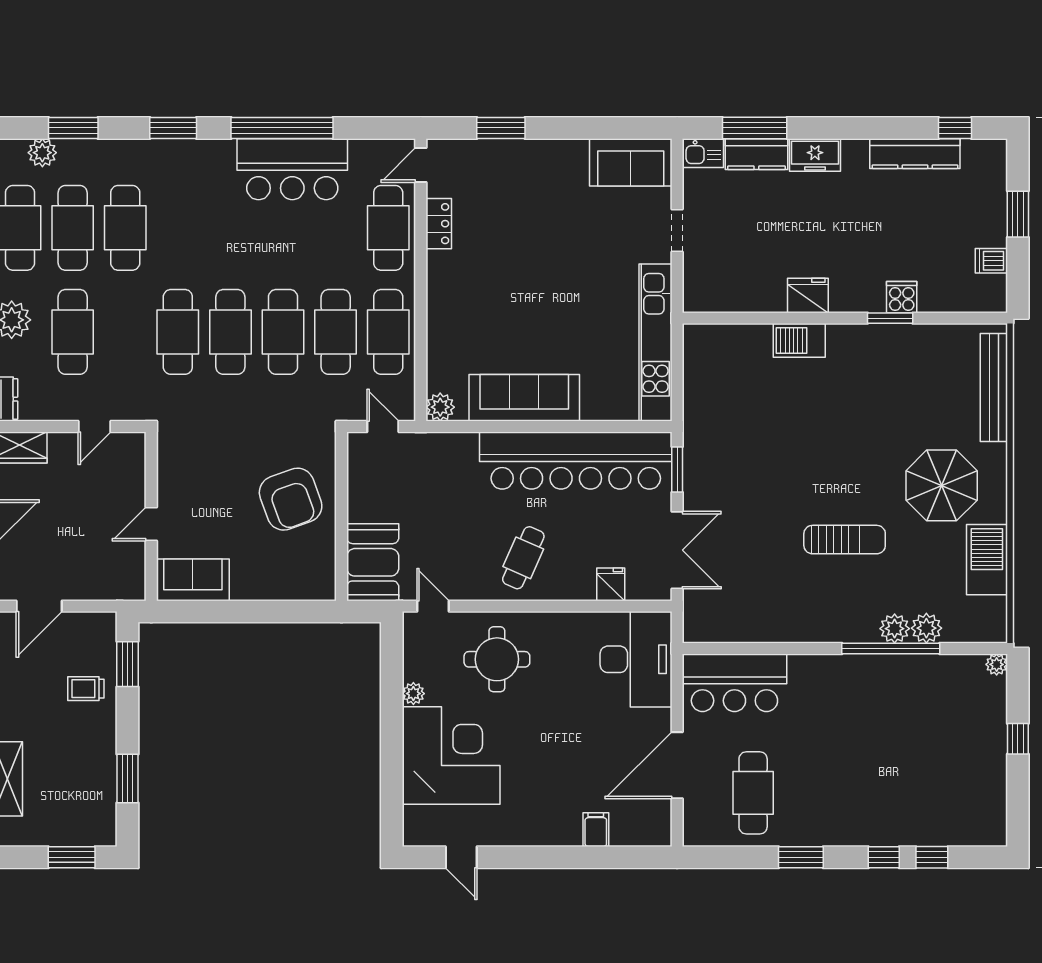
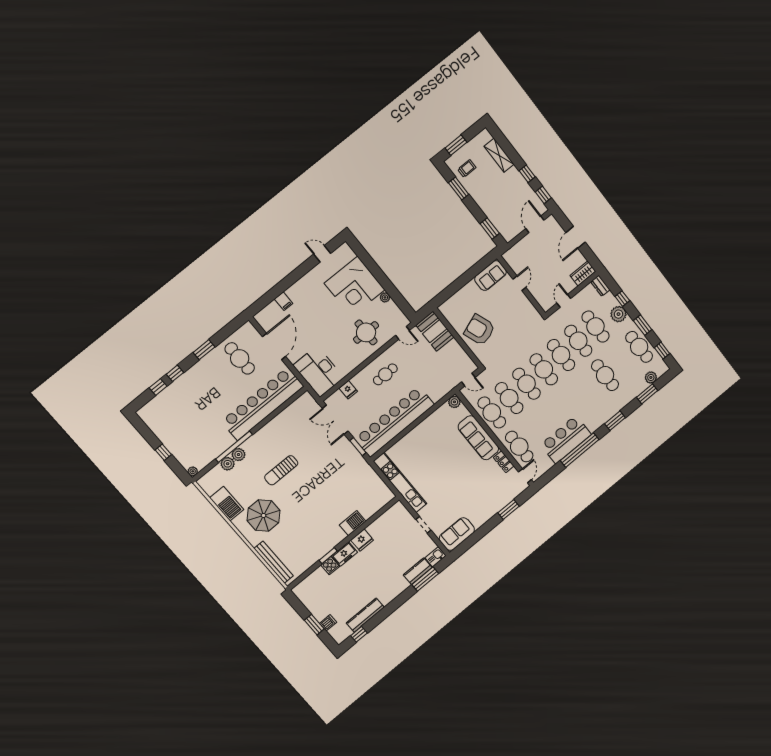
freezer: (815, 155) -> (345, 554), moved, turned 180
cafe table: (73, 228) -> (578, 341), moved
dishwasher: (991, 261) -> (328, 623), moved
sofa: (524, 398) -> (478, 438), moved, turned 90
cafe table: (523, 558) -> (385, 374), turned 66
bar counter: (734, 683) -> (263, 404), width x1.86
trolley: (86, 689) -> (467, 169), moved

